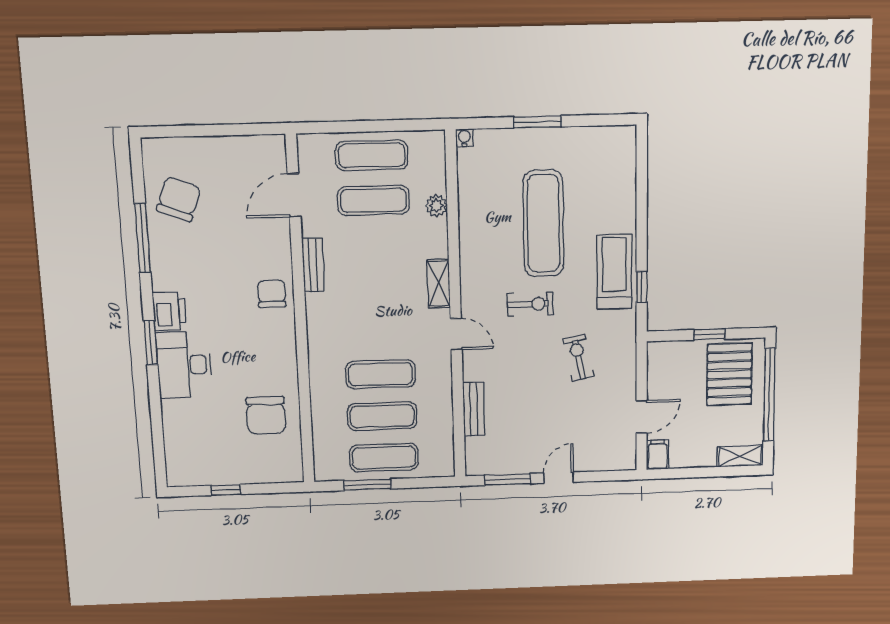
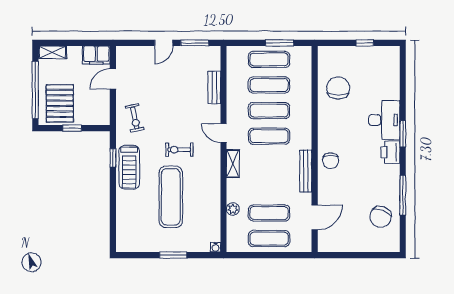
bench: (313, 265) -> (306, 171), width x1.36
exercise mat: (379, 332) -> (269, 136), added
exercise bike: (578, 358) -> (135, 118), moved
filing cabinet: (658, 455) -> (96, 55), width x2.00

